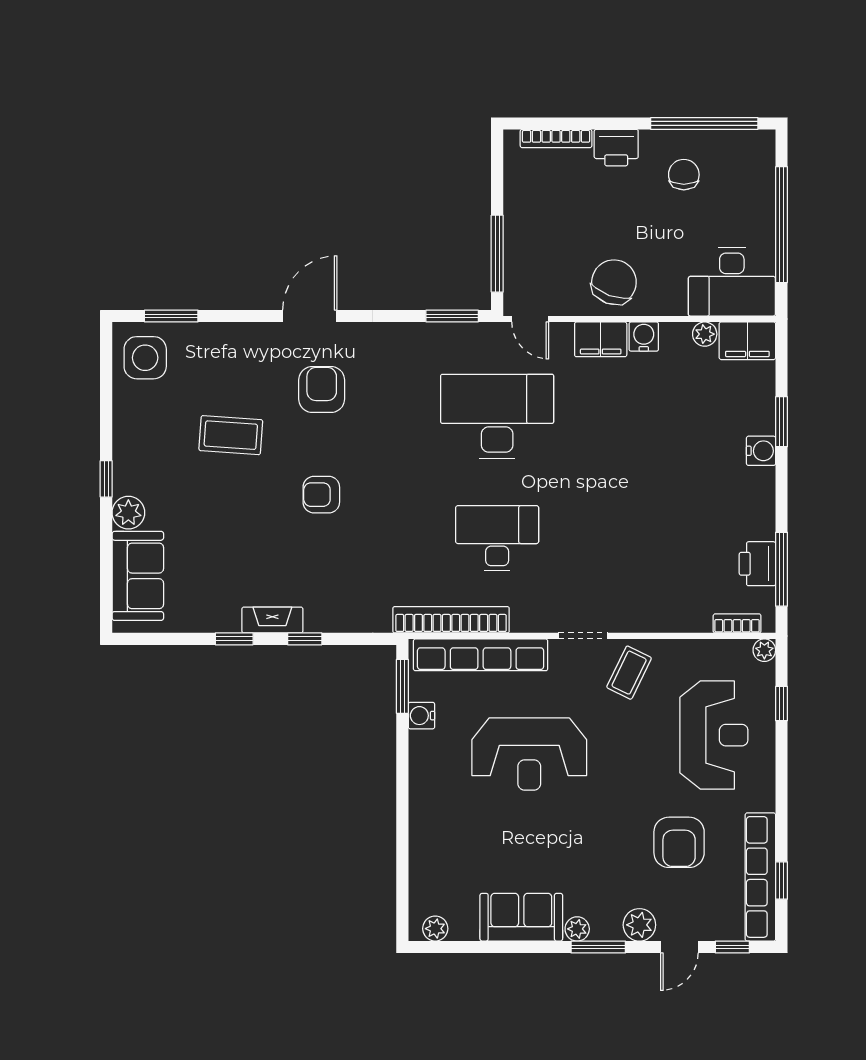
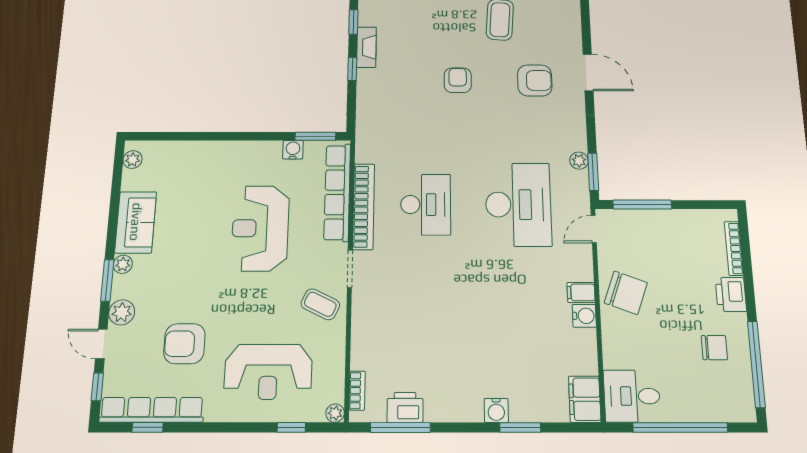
desk: (732, 282) -> (632, 396), width x0.73
plant: (705, 334) -> (579, 161), moved
filing cabinet: (601, 339) -> (581, 292), width x0.50
bookcase: (451, 620) -> (364, 206), moved

